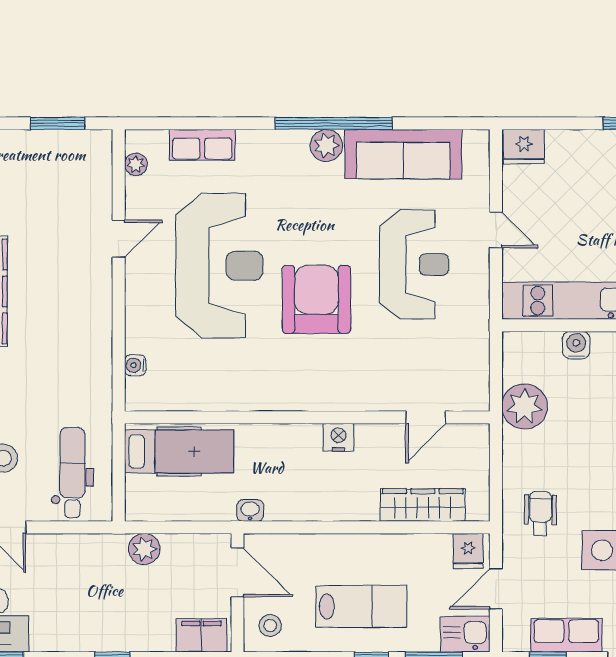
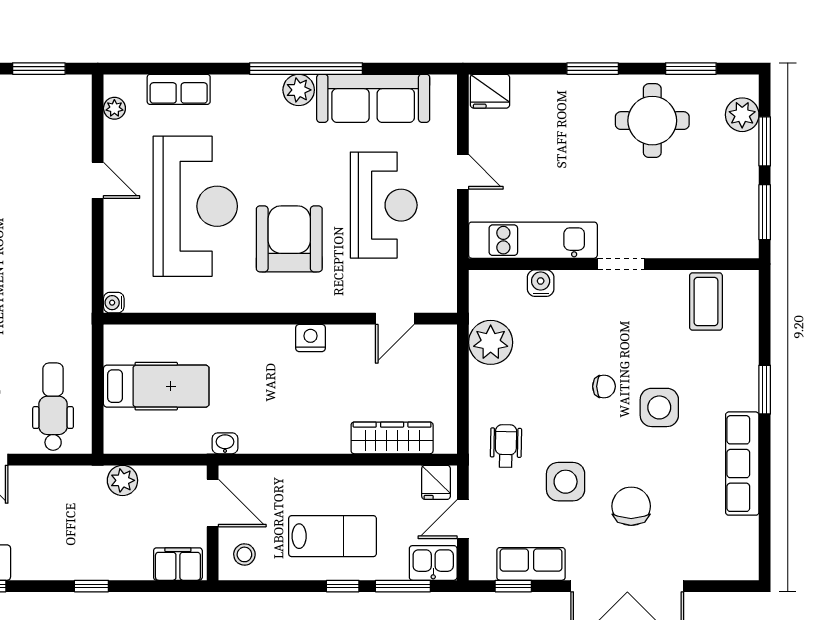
door: (119, 239) -> (98, 180), hinge flipped
wall: (307, 417) -> (280, 319), moved
door: (426, 417) -> (395, 319), moved
nightstand: (338, 437) -> (311, 338), moved

